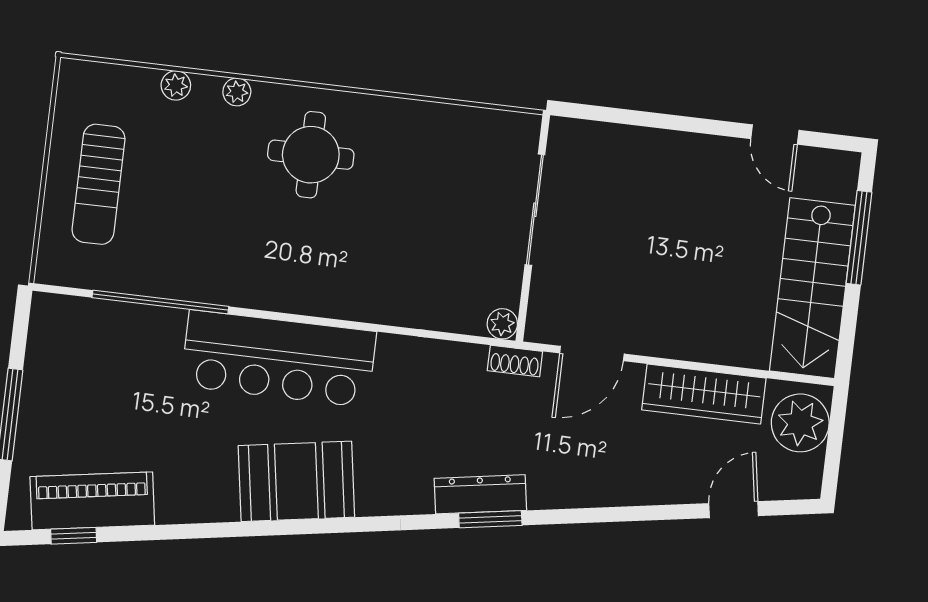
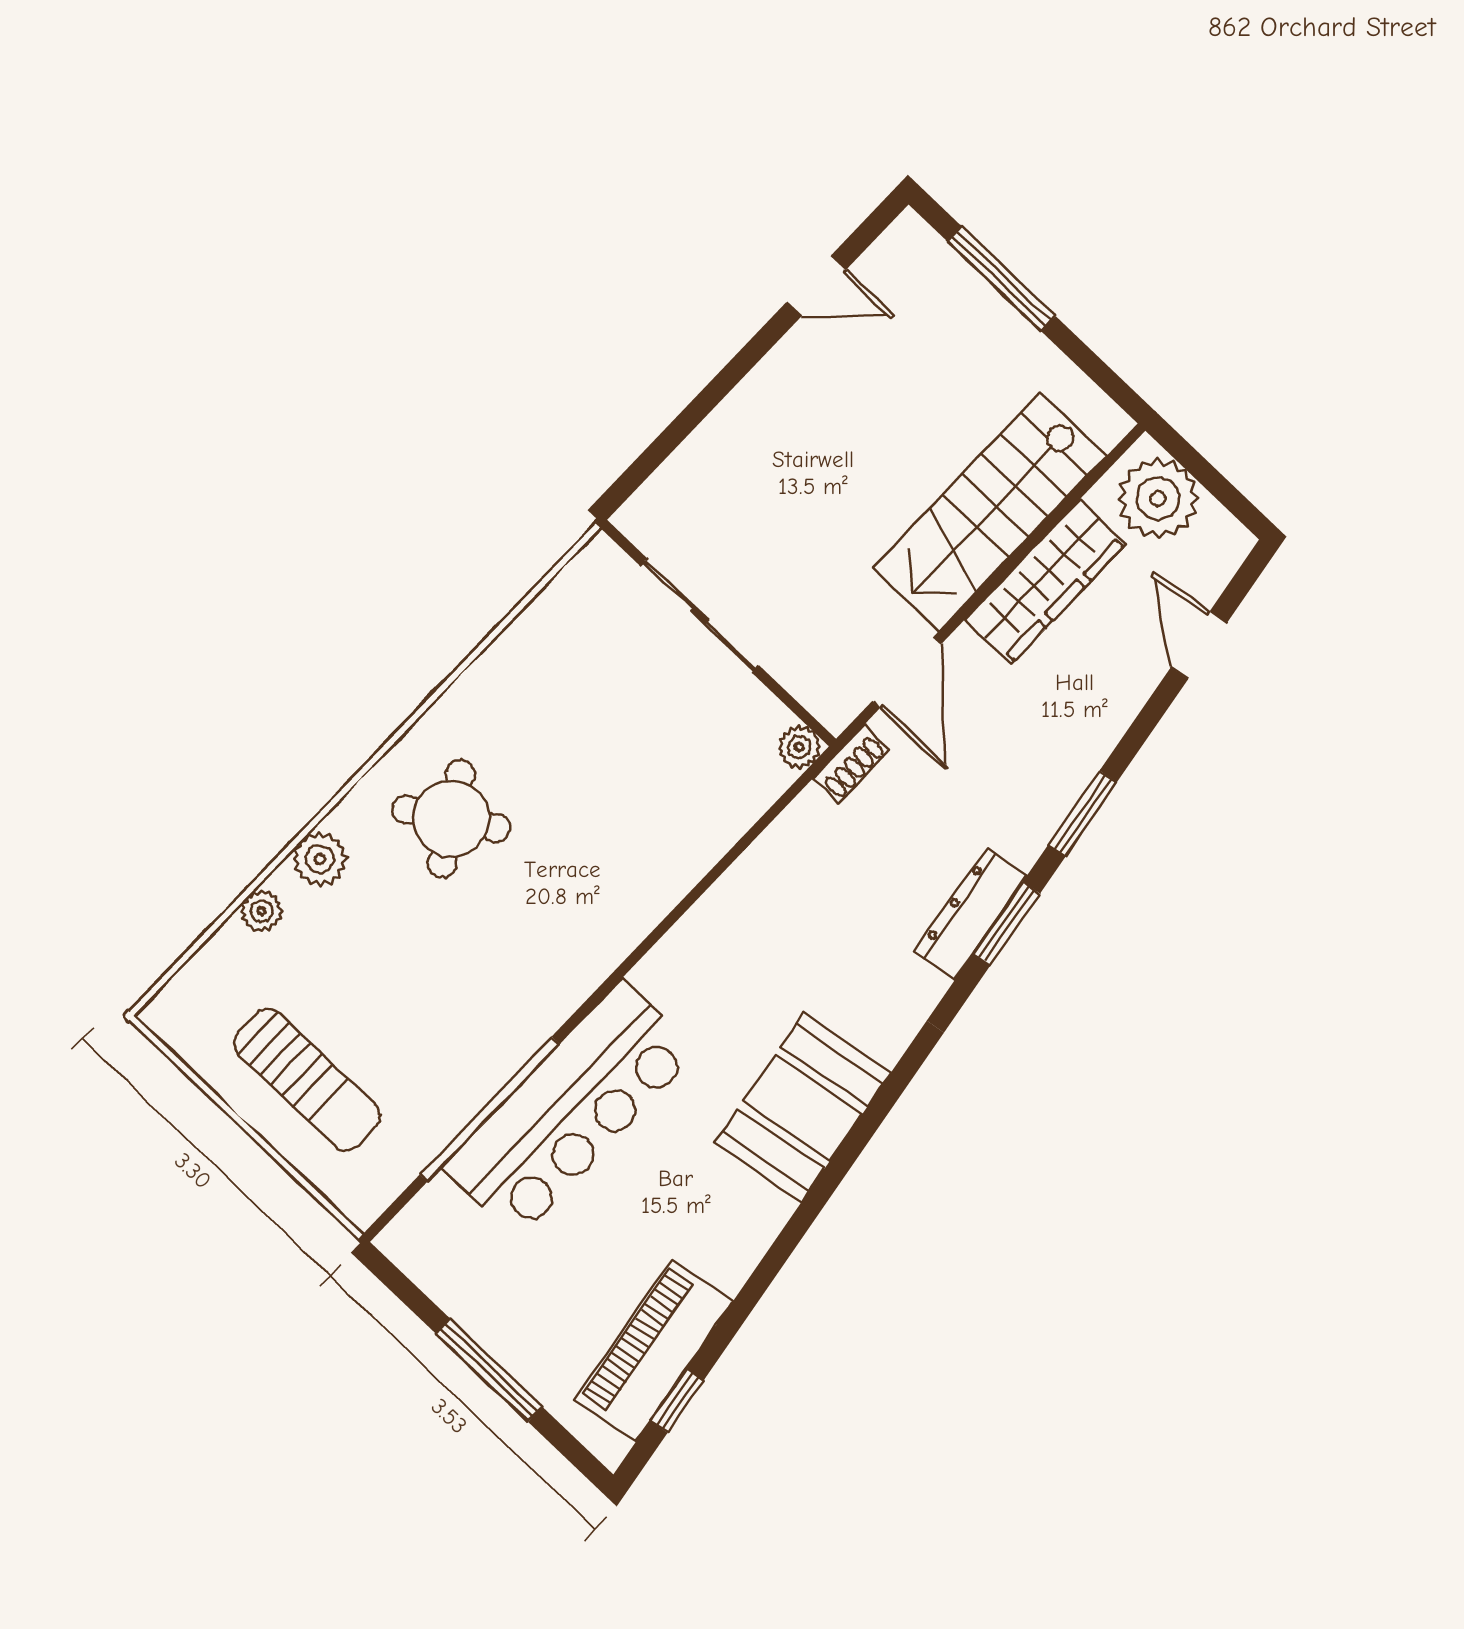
plant: (237, 92) -> (320, 859), width x1.38, depth x1.38
round table: (311, 155) -> (451, 819), turned -32
stairs: (812, 288) -> (990, 512), moved, turned 90
bar counter: (279, 359) -> (570, 1110), moved
window: (587, 515) -> (1083, 813), added

